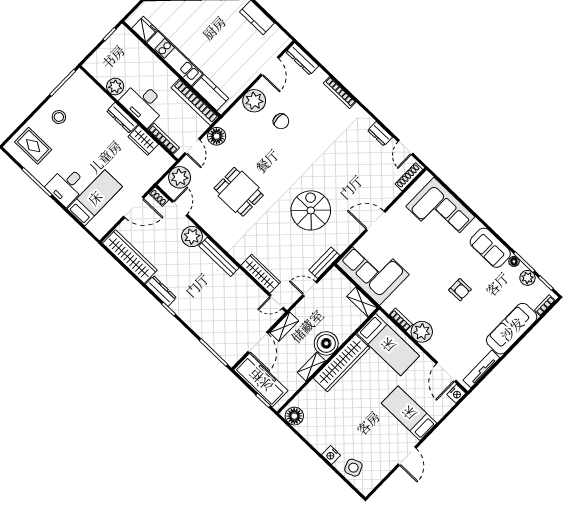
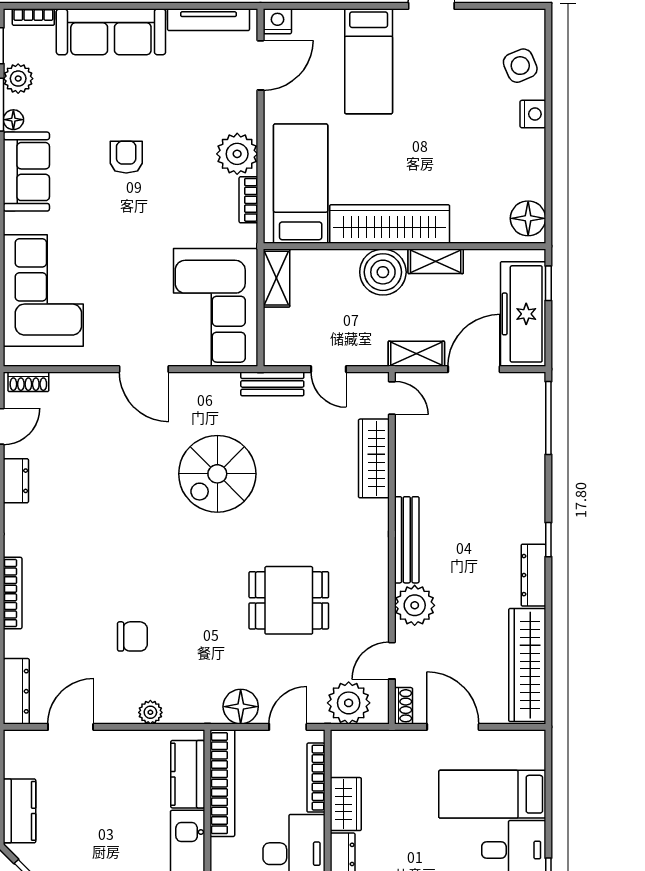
plant: (254, 101) -> (150, 712), width x0.53, depth x0.53
chair: (281, 121) -> (132, 636), turned 90
shoe rack: (409, 177) -> (28, 382), width x0.70
dining table: (239, 192) -> (289, 600), turned 90

